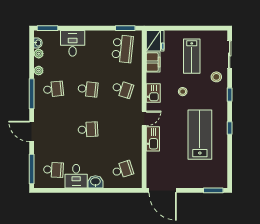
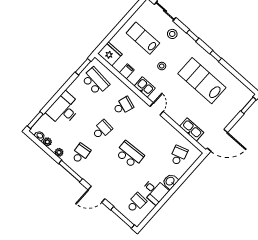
desk: (73, 43) -> (64, 109), width x1.37
lab bench: (192, 56) -> (143, 38), turned 180
filing cabinet: (153, 62) -> (127, 71), width x0.50
school desk: (88, 129) -> (130, 154), width x1.85
kitchen sink: (153, 139) -> (192, 129), moved

